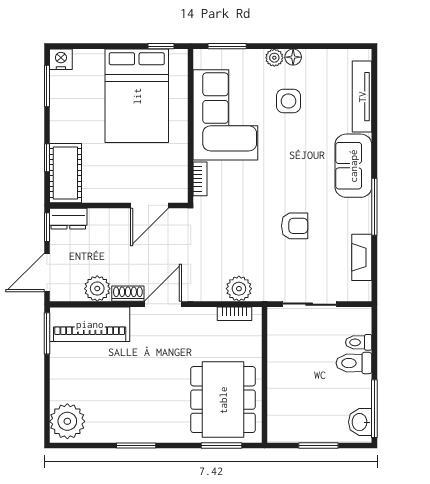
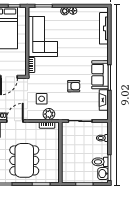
side table: (288, 101) -> (42, 99), moved
sofa: (353, 166) -> (100, 75), moved
toilet: (354, 363) -> (100, 162), moved
dining table: (223, 400) -> (24, 160), moved

